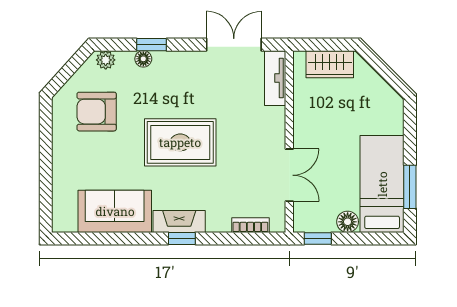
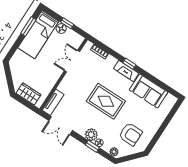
plant: (167, 64) -> (91, 135), added
window: (318, 238) -> (67, 23), moved

